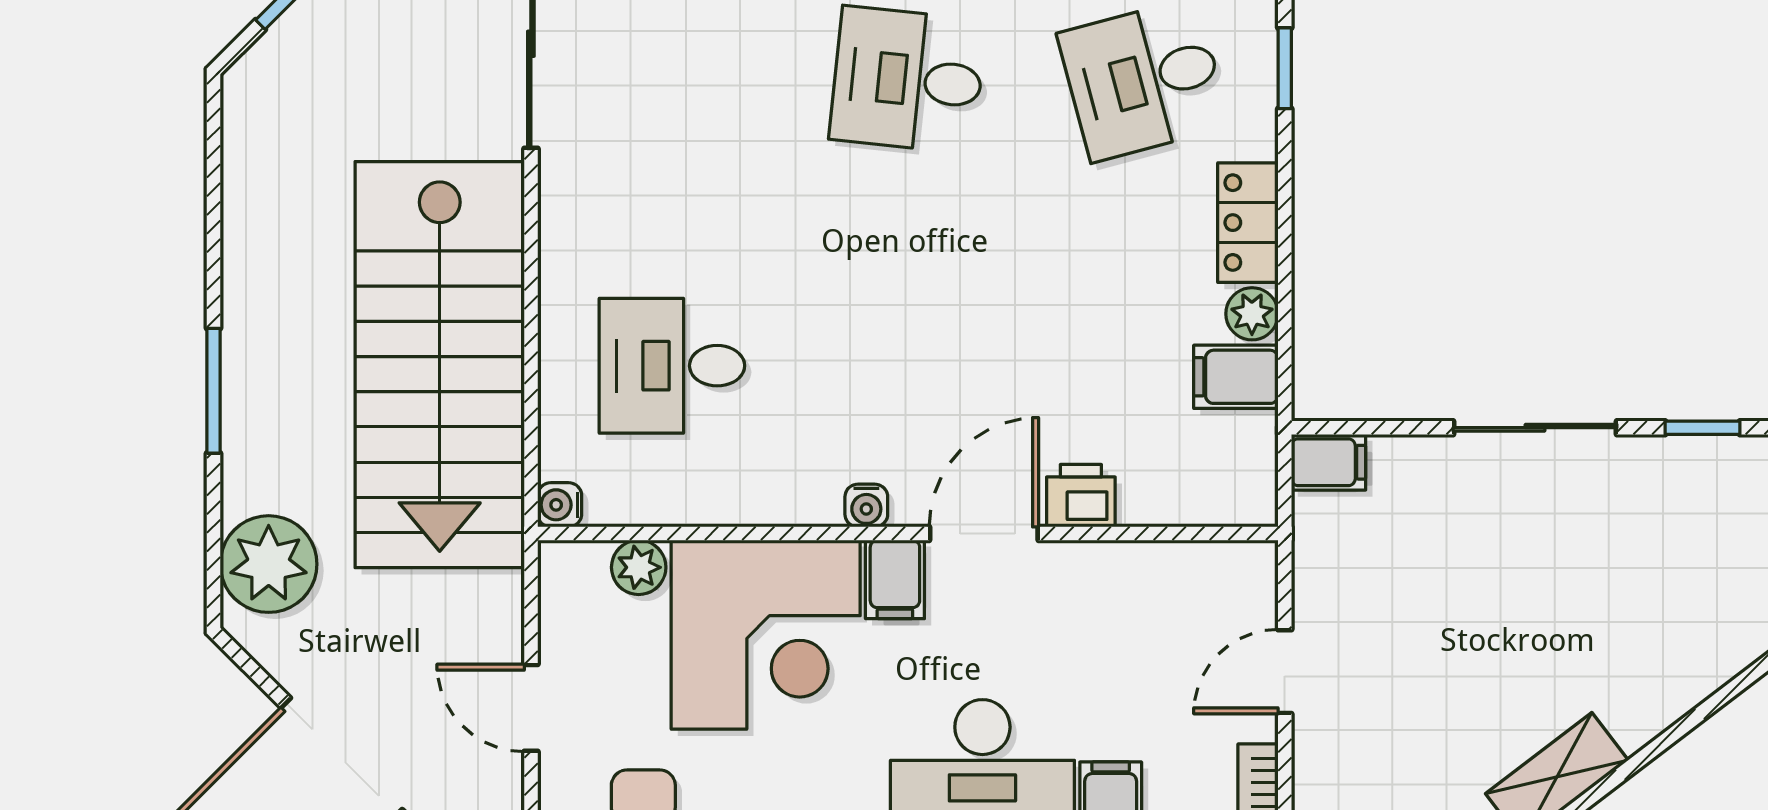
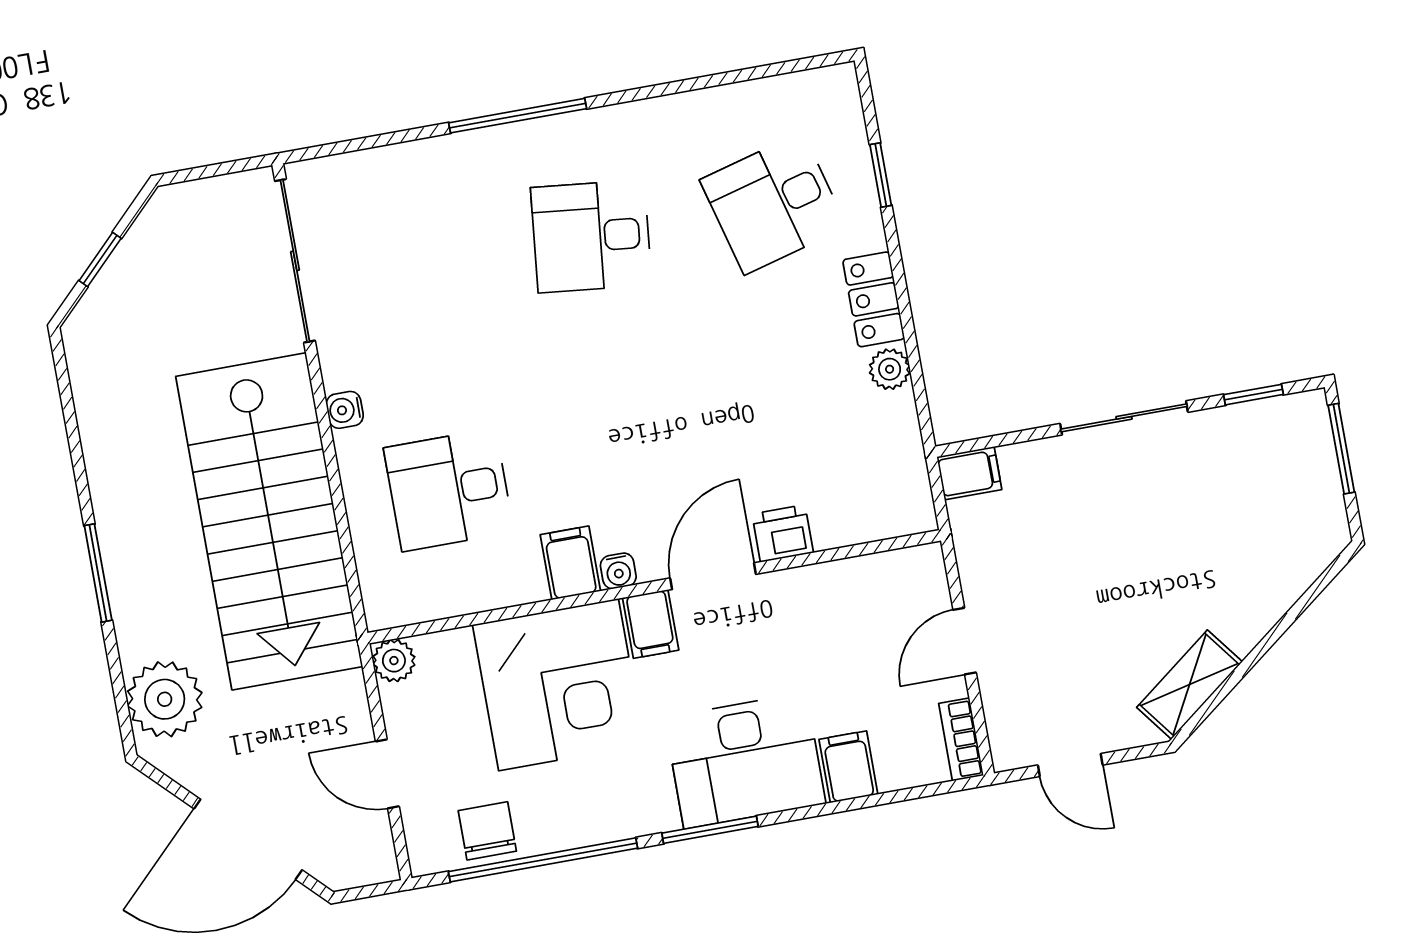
filing cabinet: (1236, 377) -> (570, 563), moved, turned 90
water cooler: (560, 505) -> (345, 410), moved
plant: (639, 567) -> (394, 661), moved

